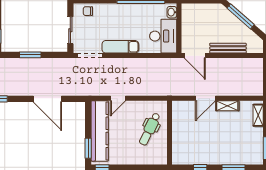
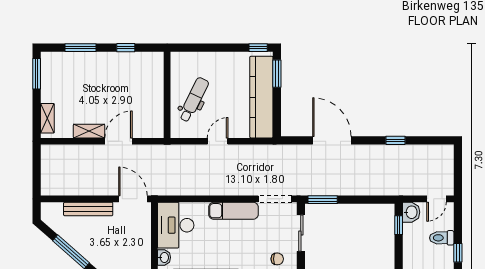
window: (30, 55) -> (323, 200), moved
door: (118, 98) -> (218, 141), moved

